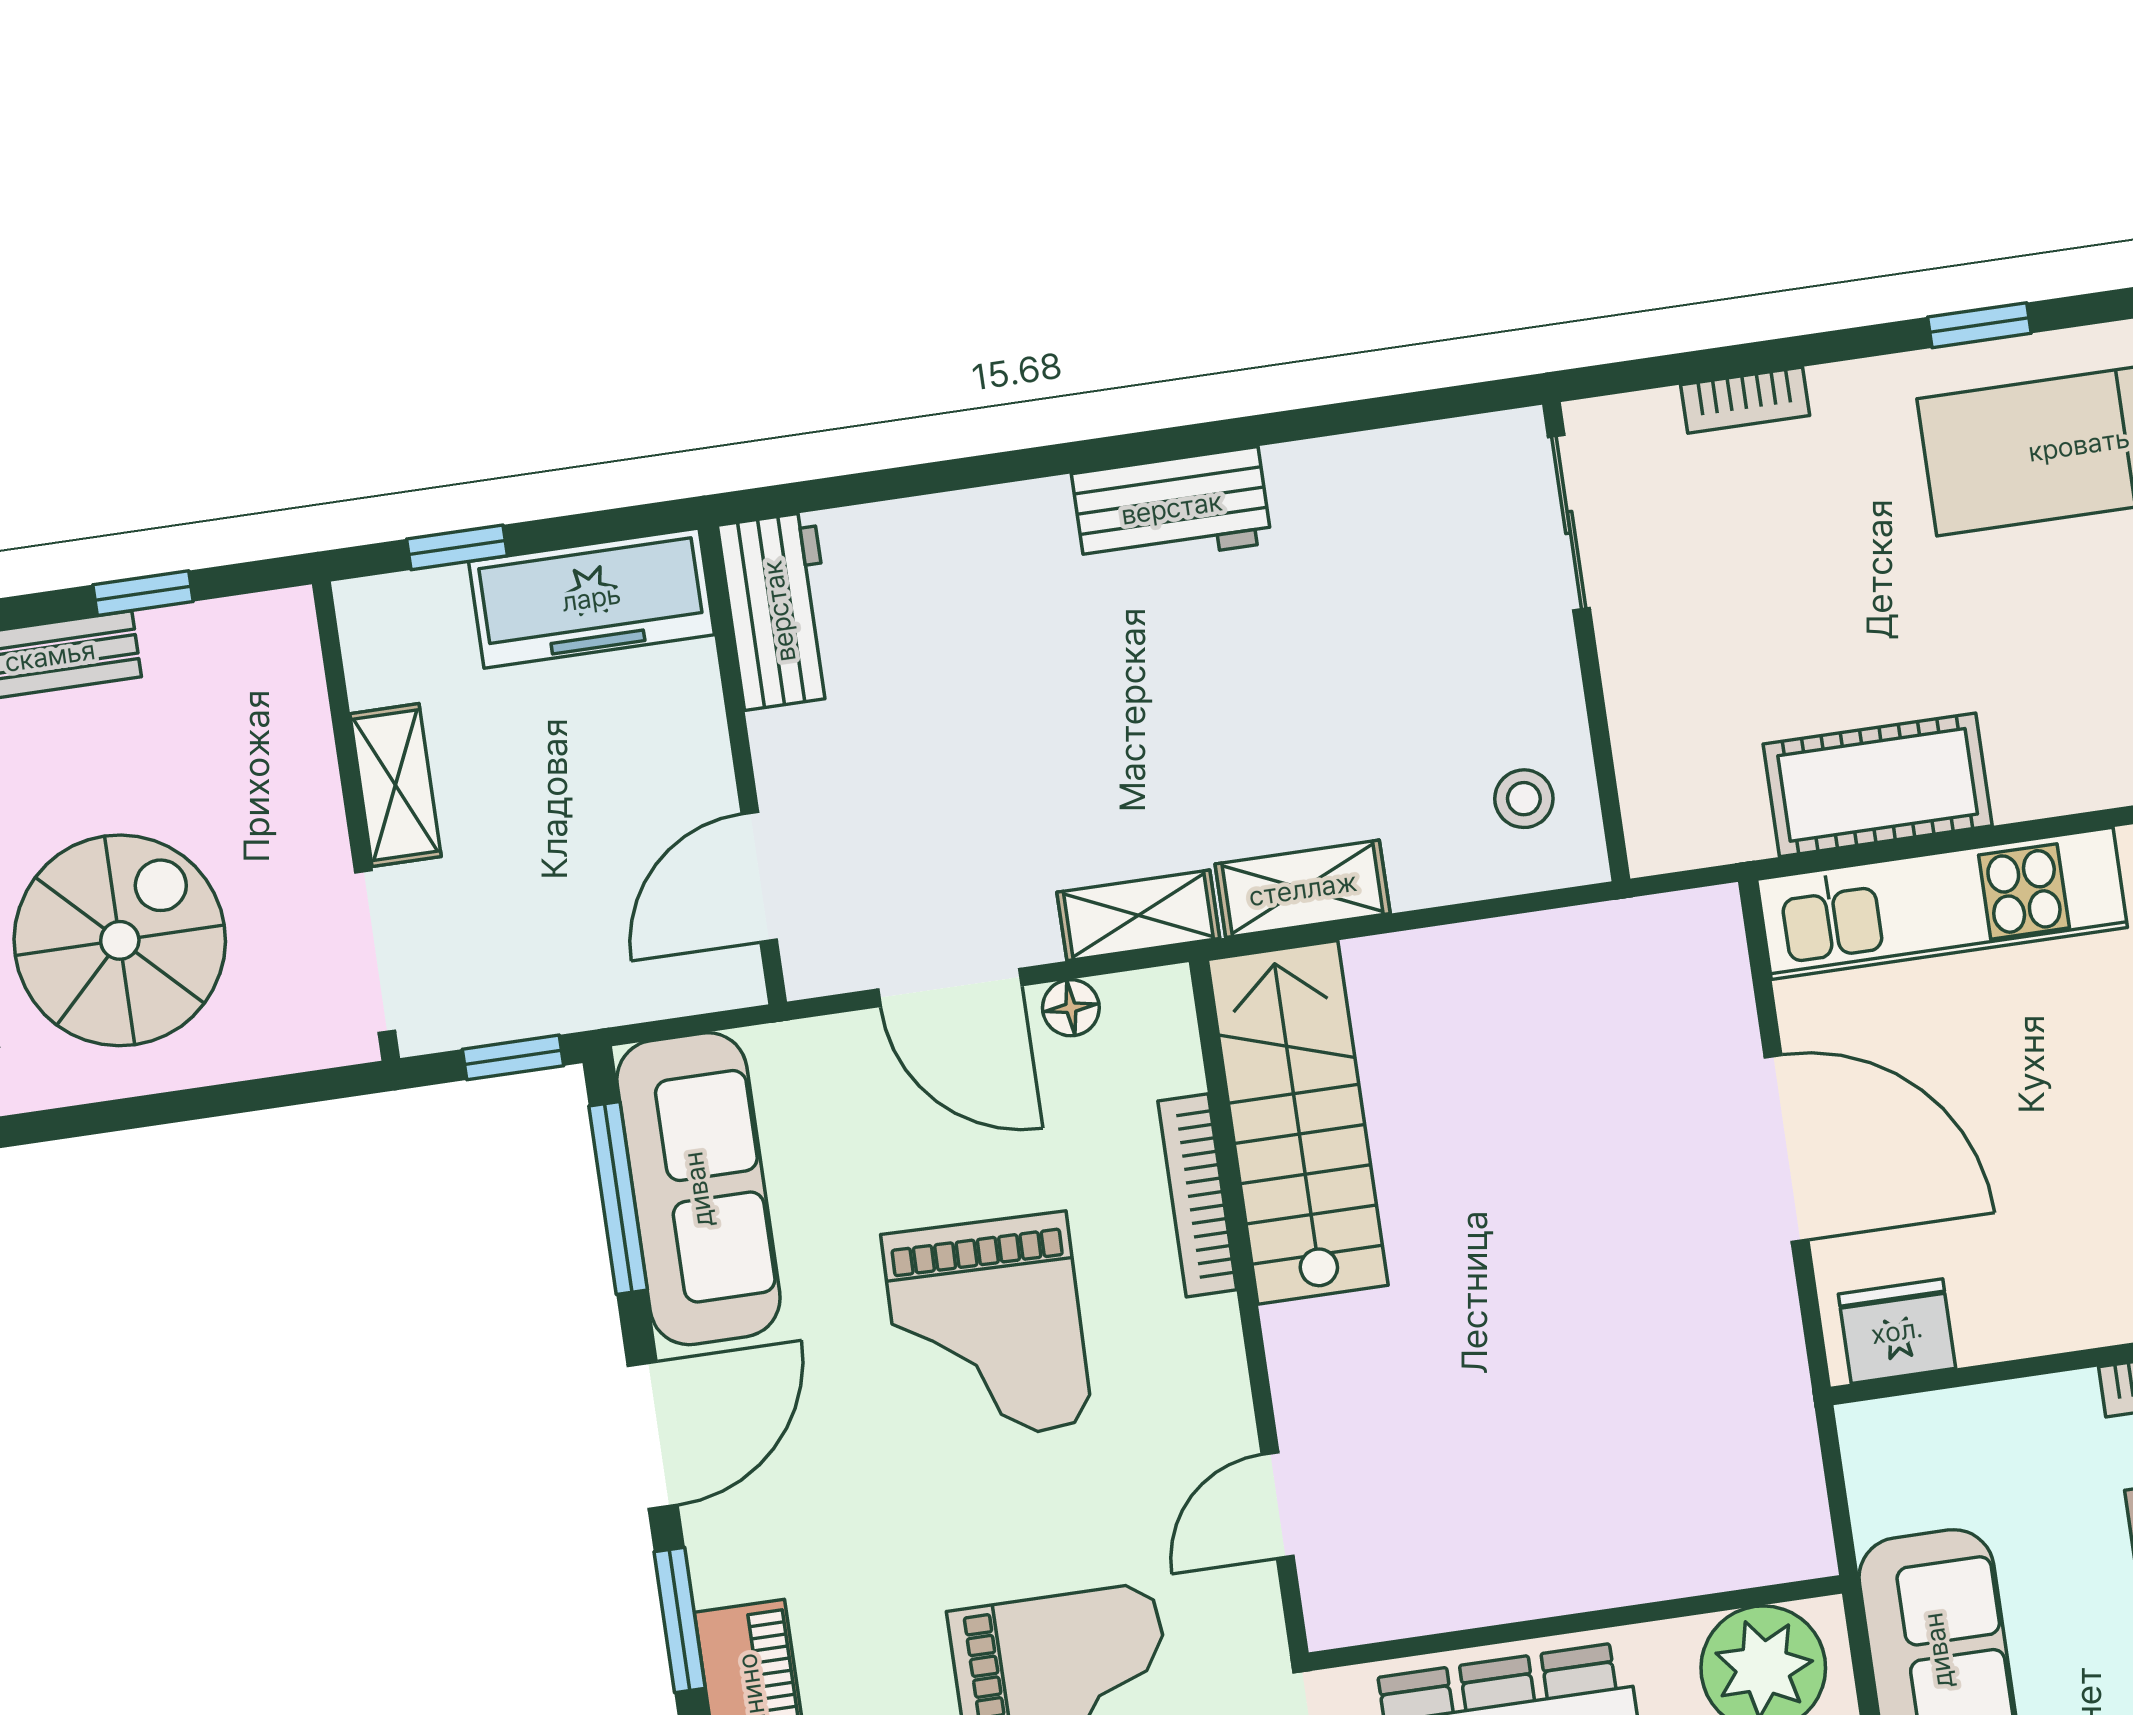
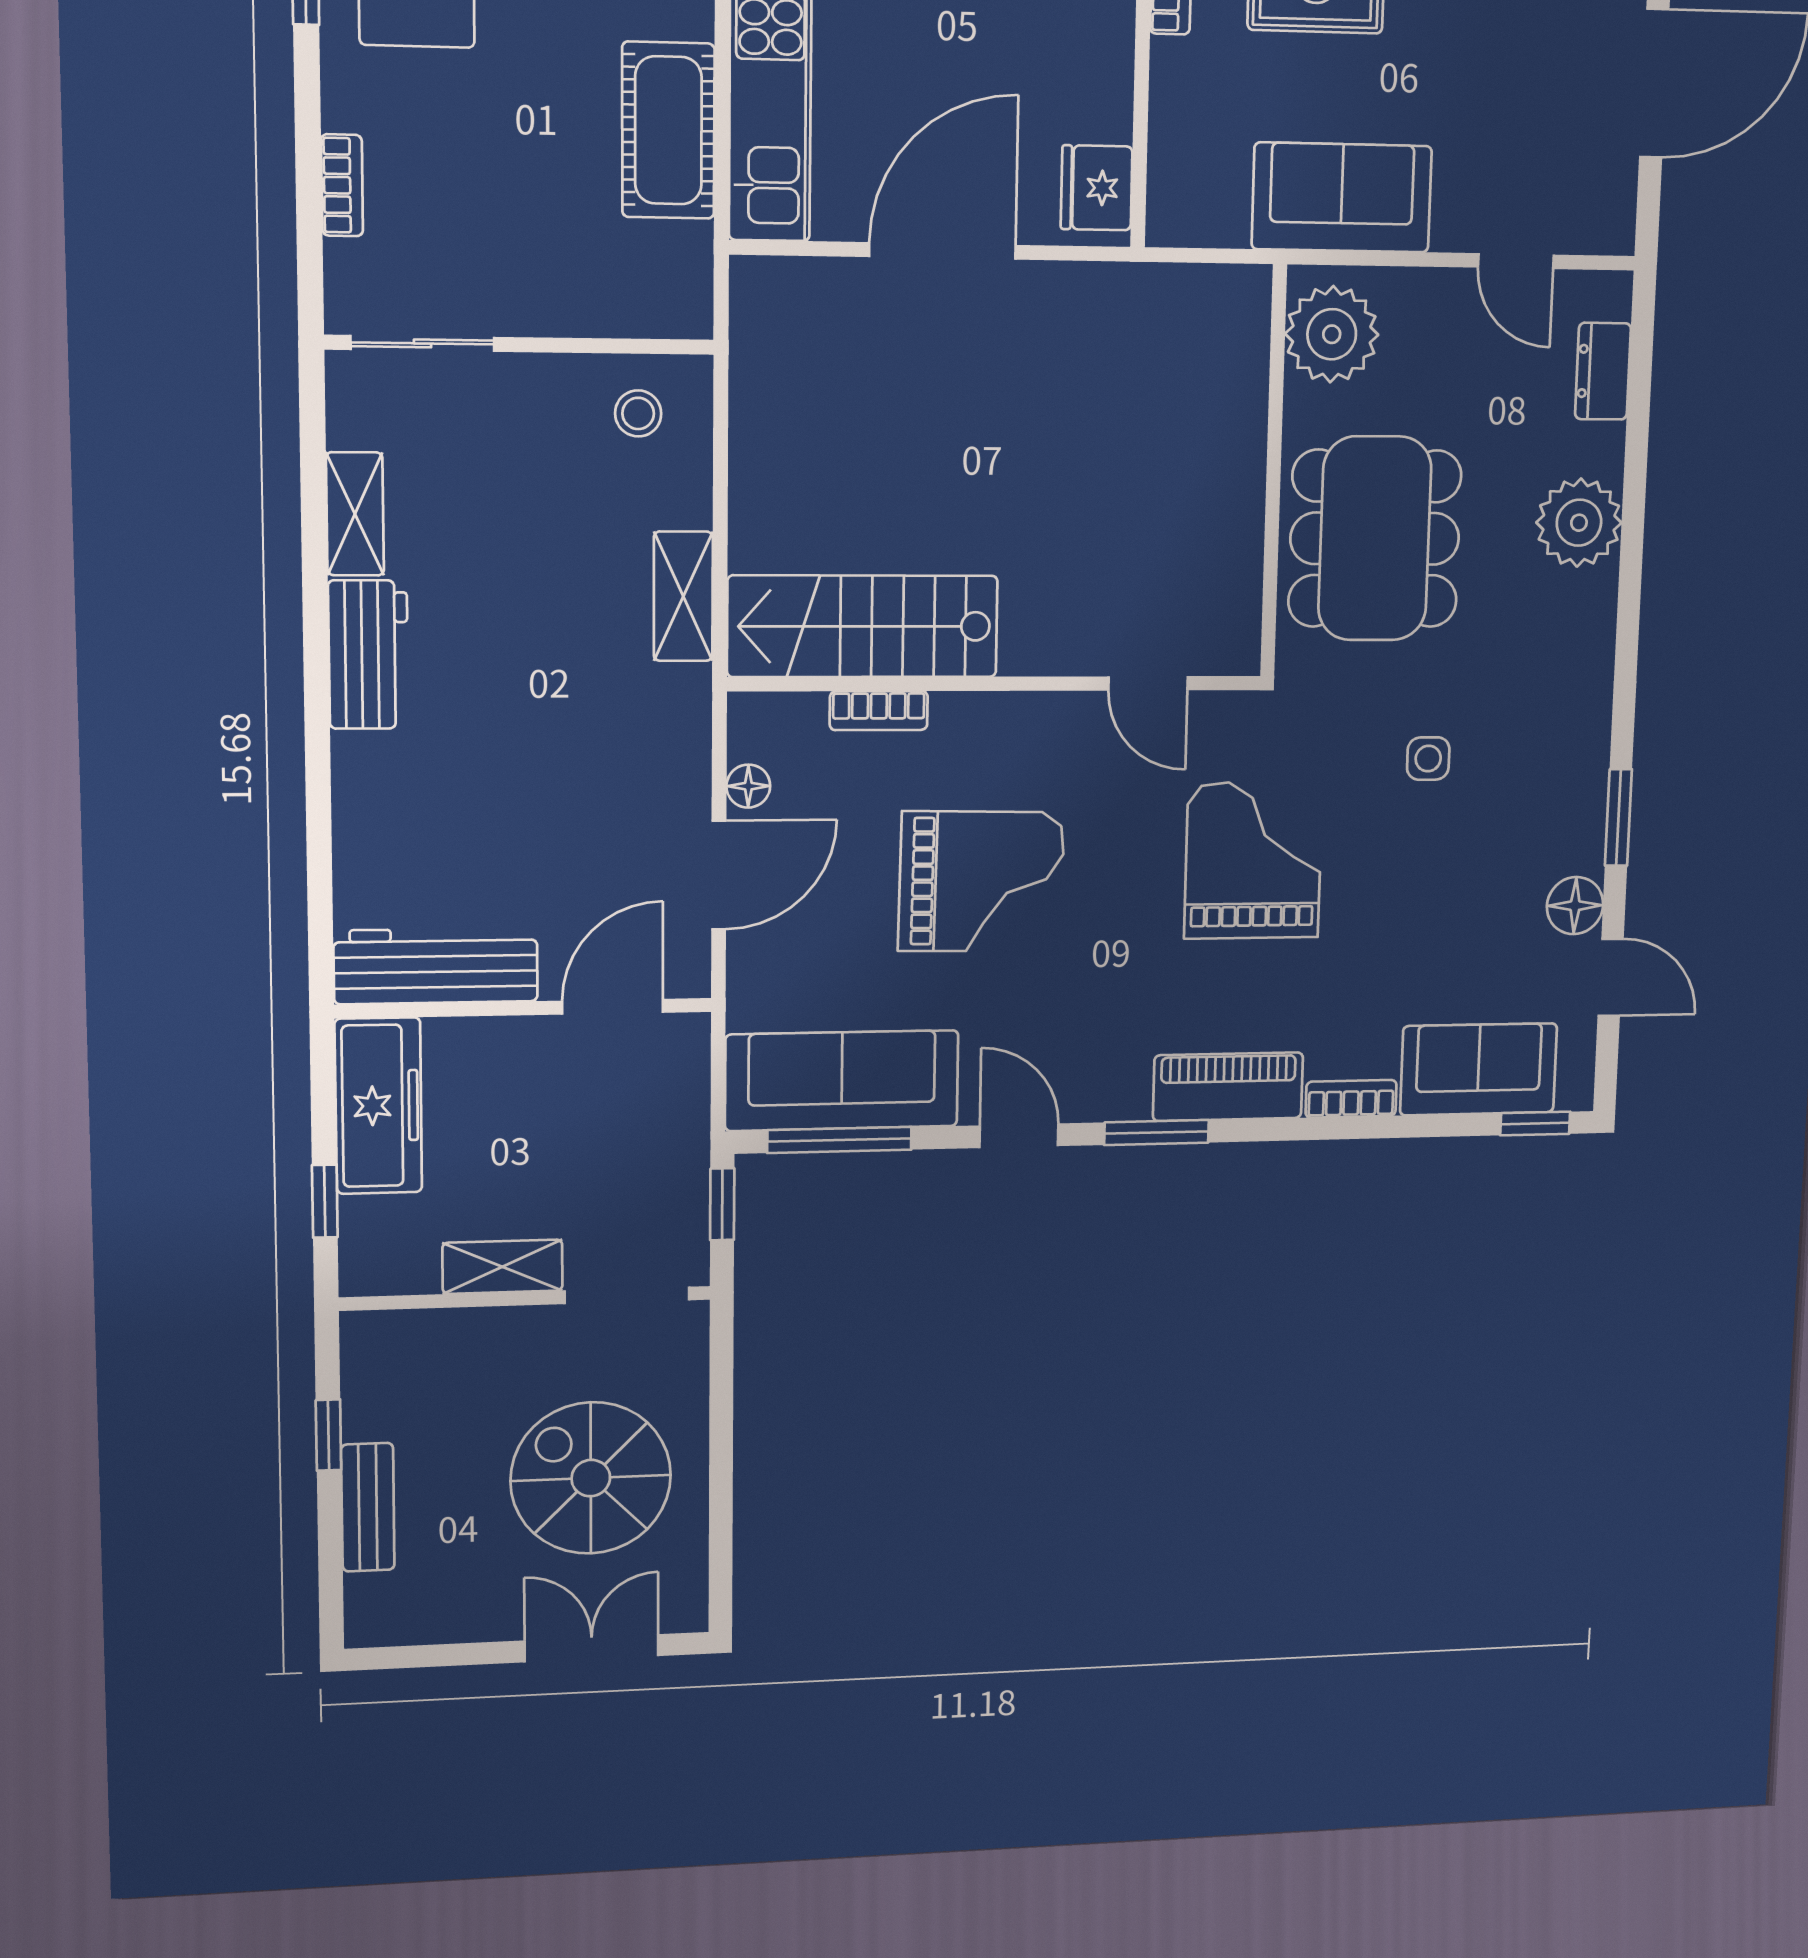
workbench: (779, 611) -> (436, 966), width x1.38
door: (759, 877) -> (613, 1007), swing flipped
shelving: (1138, 915) -> (355, 514), moved
bookcase: (1197, 1195) -> (879, 711), width x0.64
door: (653, 1435) -> (1019, 1136), width x0.73

